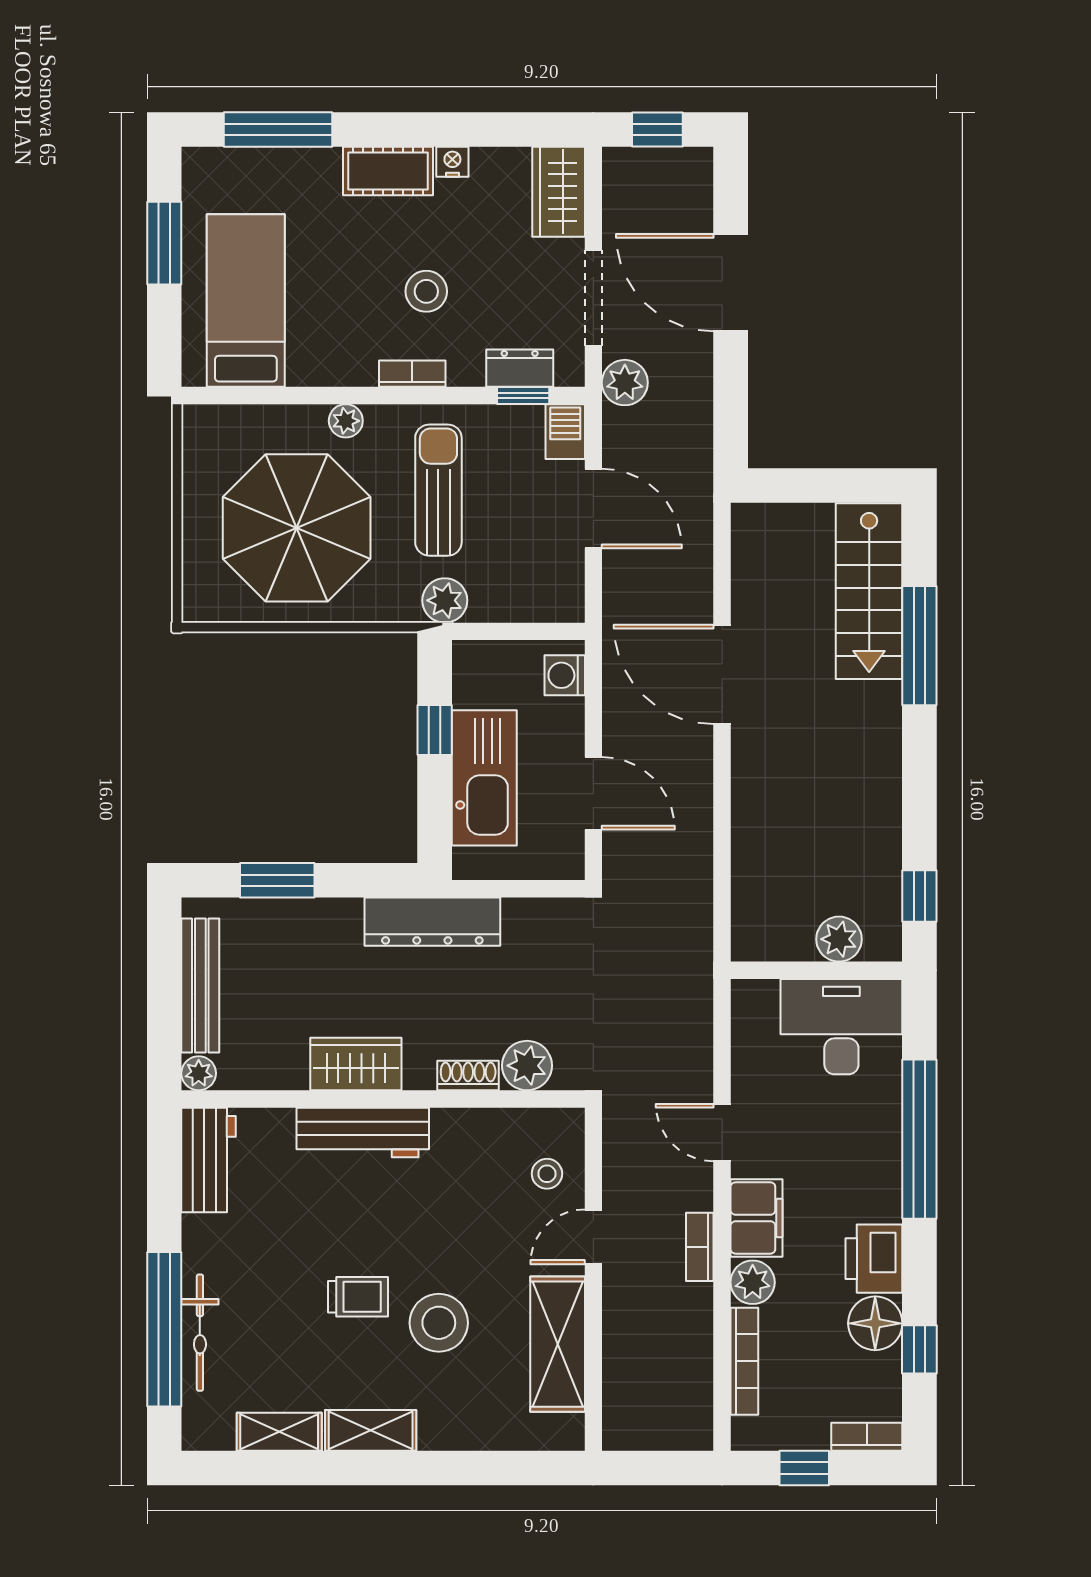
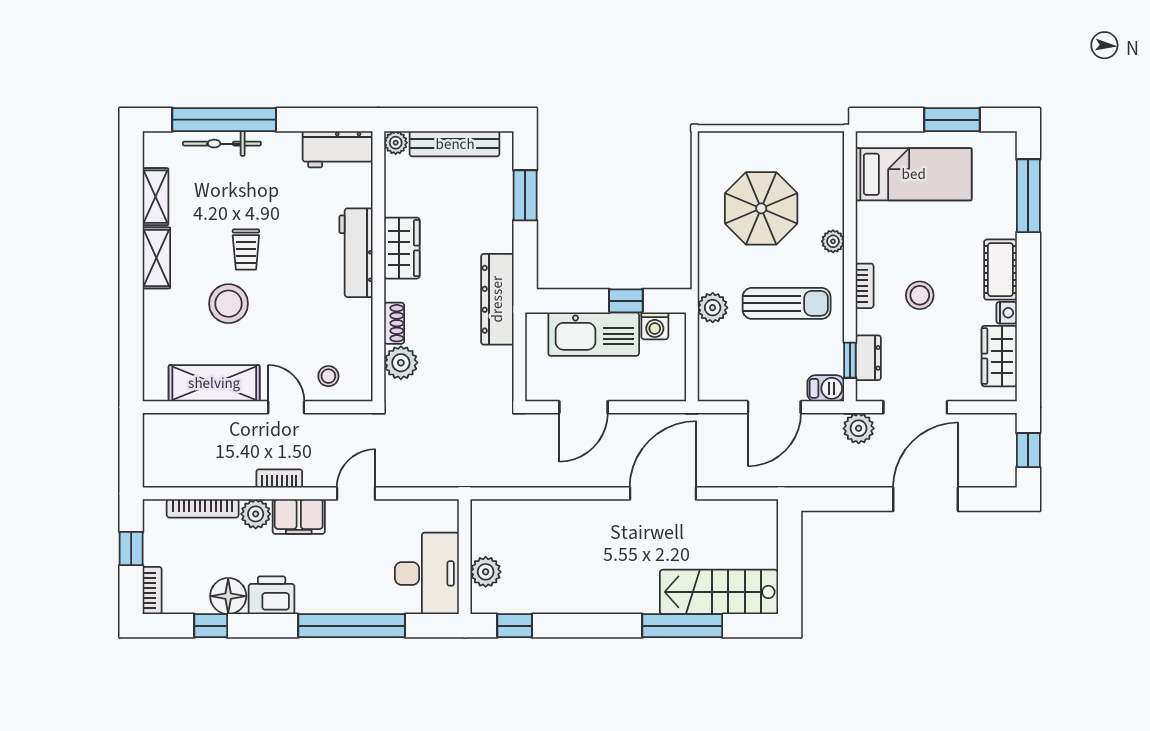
wardrobe: (559, 192) -> (999, 356), moved, turned -90
parasol: (297, 528) -> (761, 208), width x0.73, depth x0.73
washing machine: (565, 675) -> (655, 326), moved, turned 180

